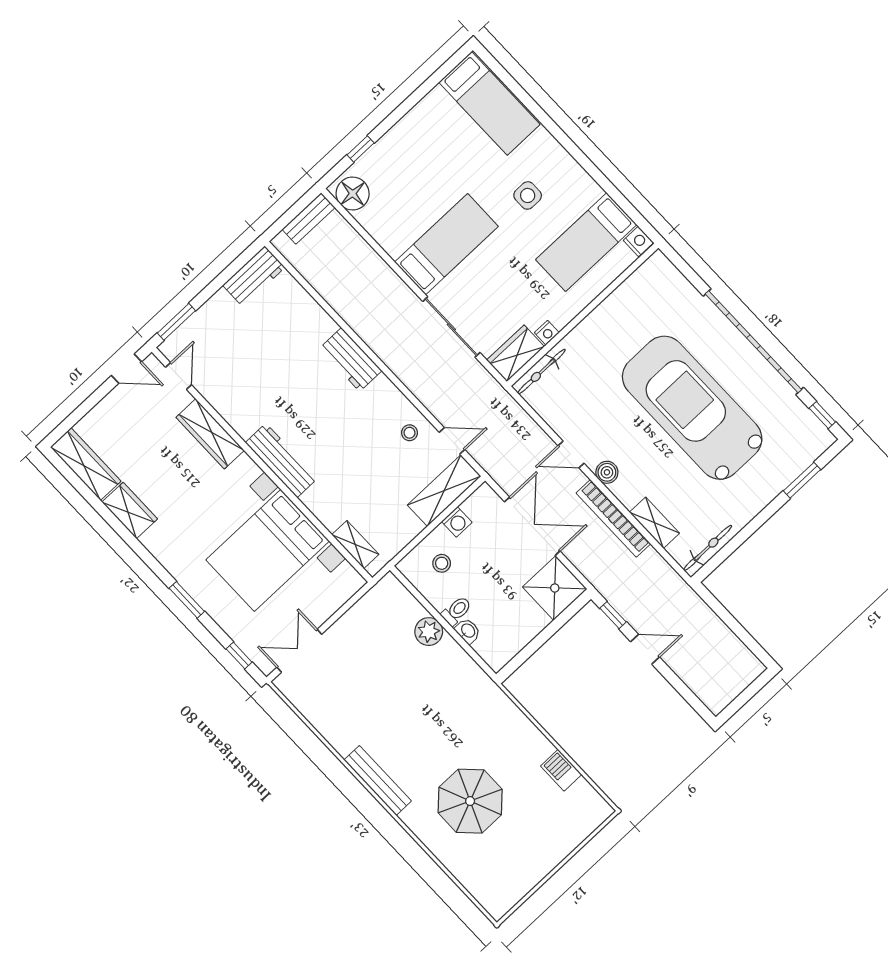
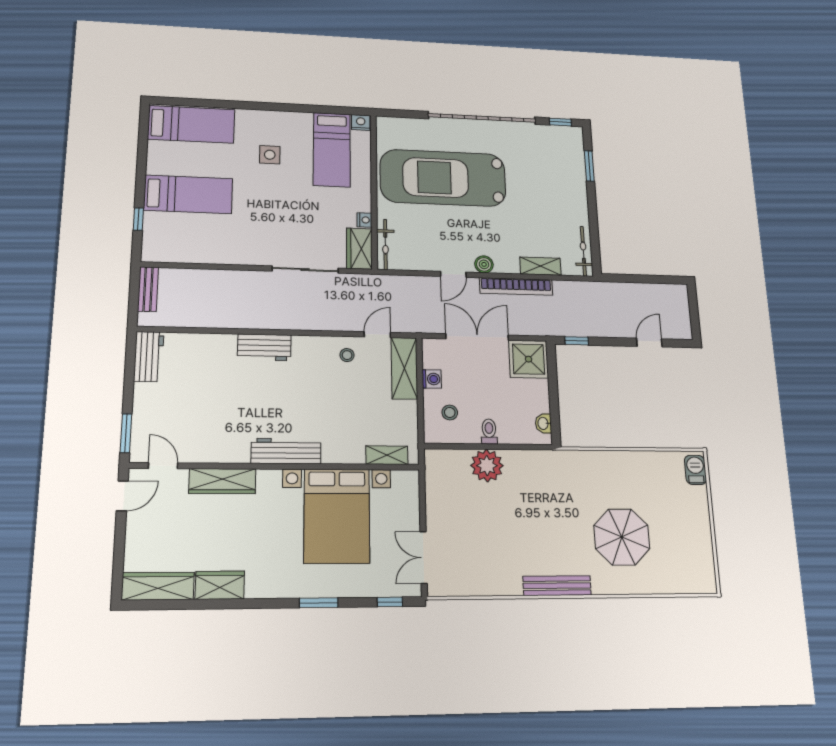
floor lamp: (353, 194) -> (161, 249), removed
bed: (446, 244) -> (188, 194), moved, turned 90
car: (692, 408) -> (443, 178), moved
washbasin: (468, 631) -> (543, 423), moved, turned -90
plant: (429, 632) -> (487, 466), width x1.36, depth x1.36
door: (645, 649) -> (649, 343), moved
barbecue: (561, 770) -> (695, 470), moved, turned 90

